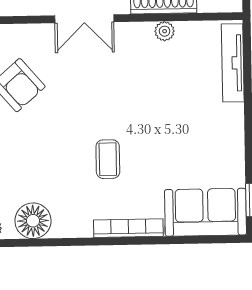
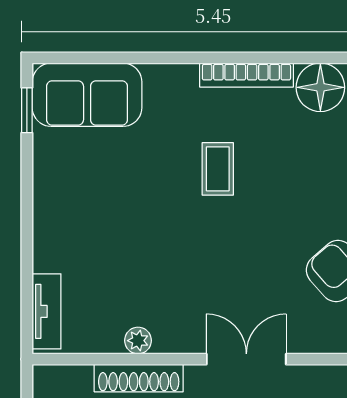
tv unit: (233, 63) -> (47, 311), width x0.71
bookcase: (128, 228) -> (246, 75), moved

